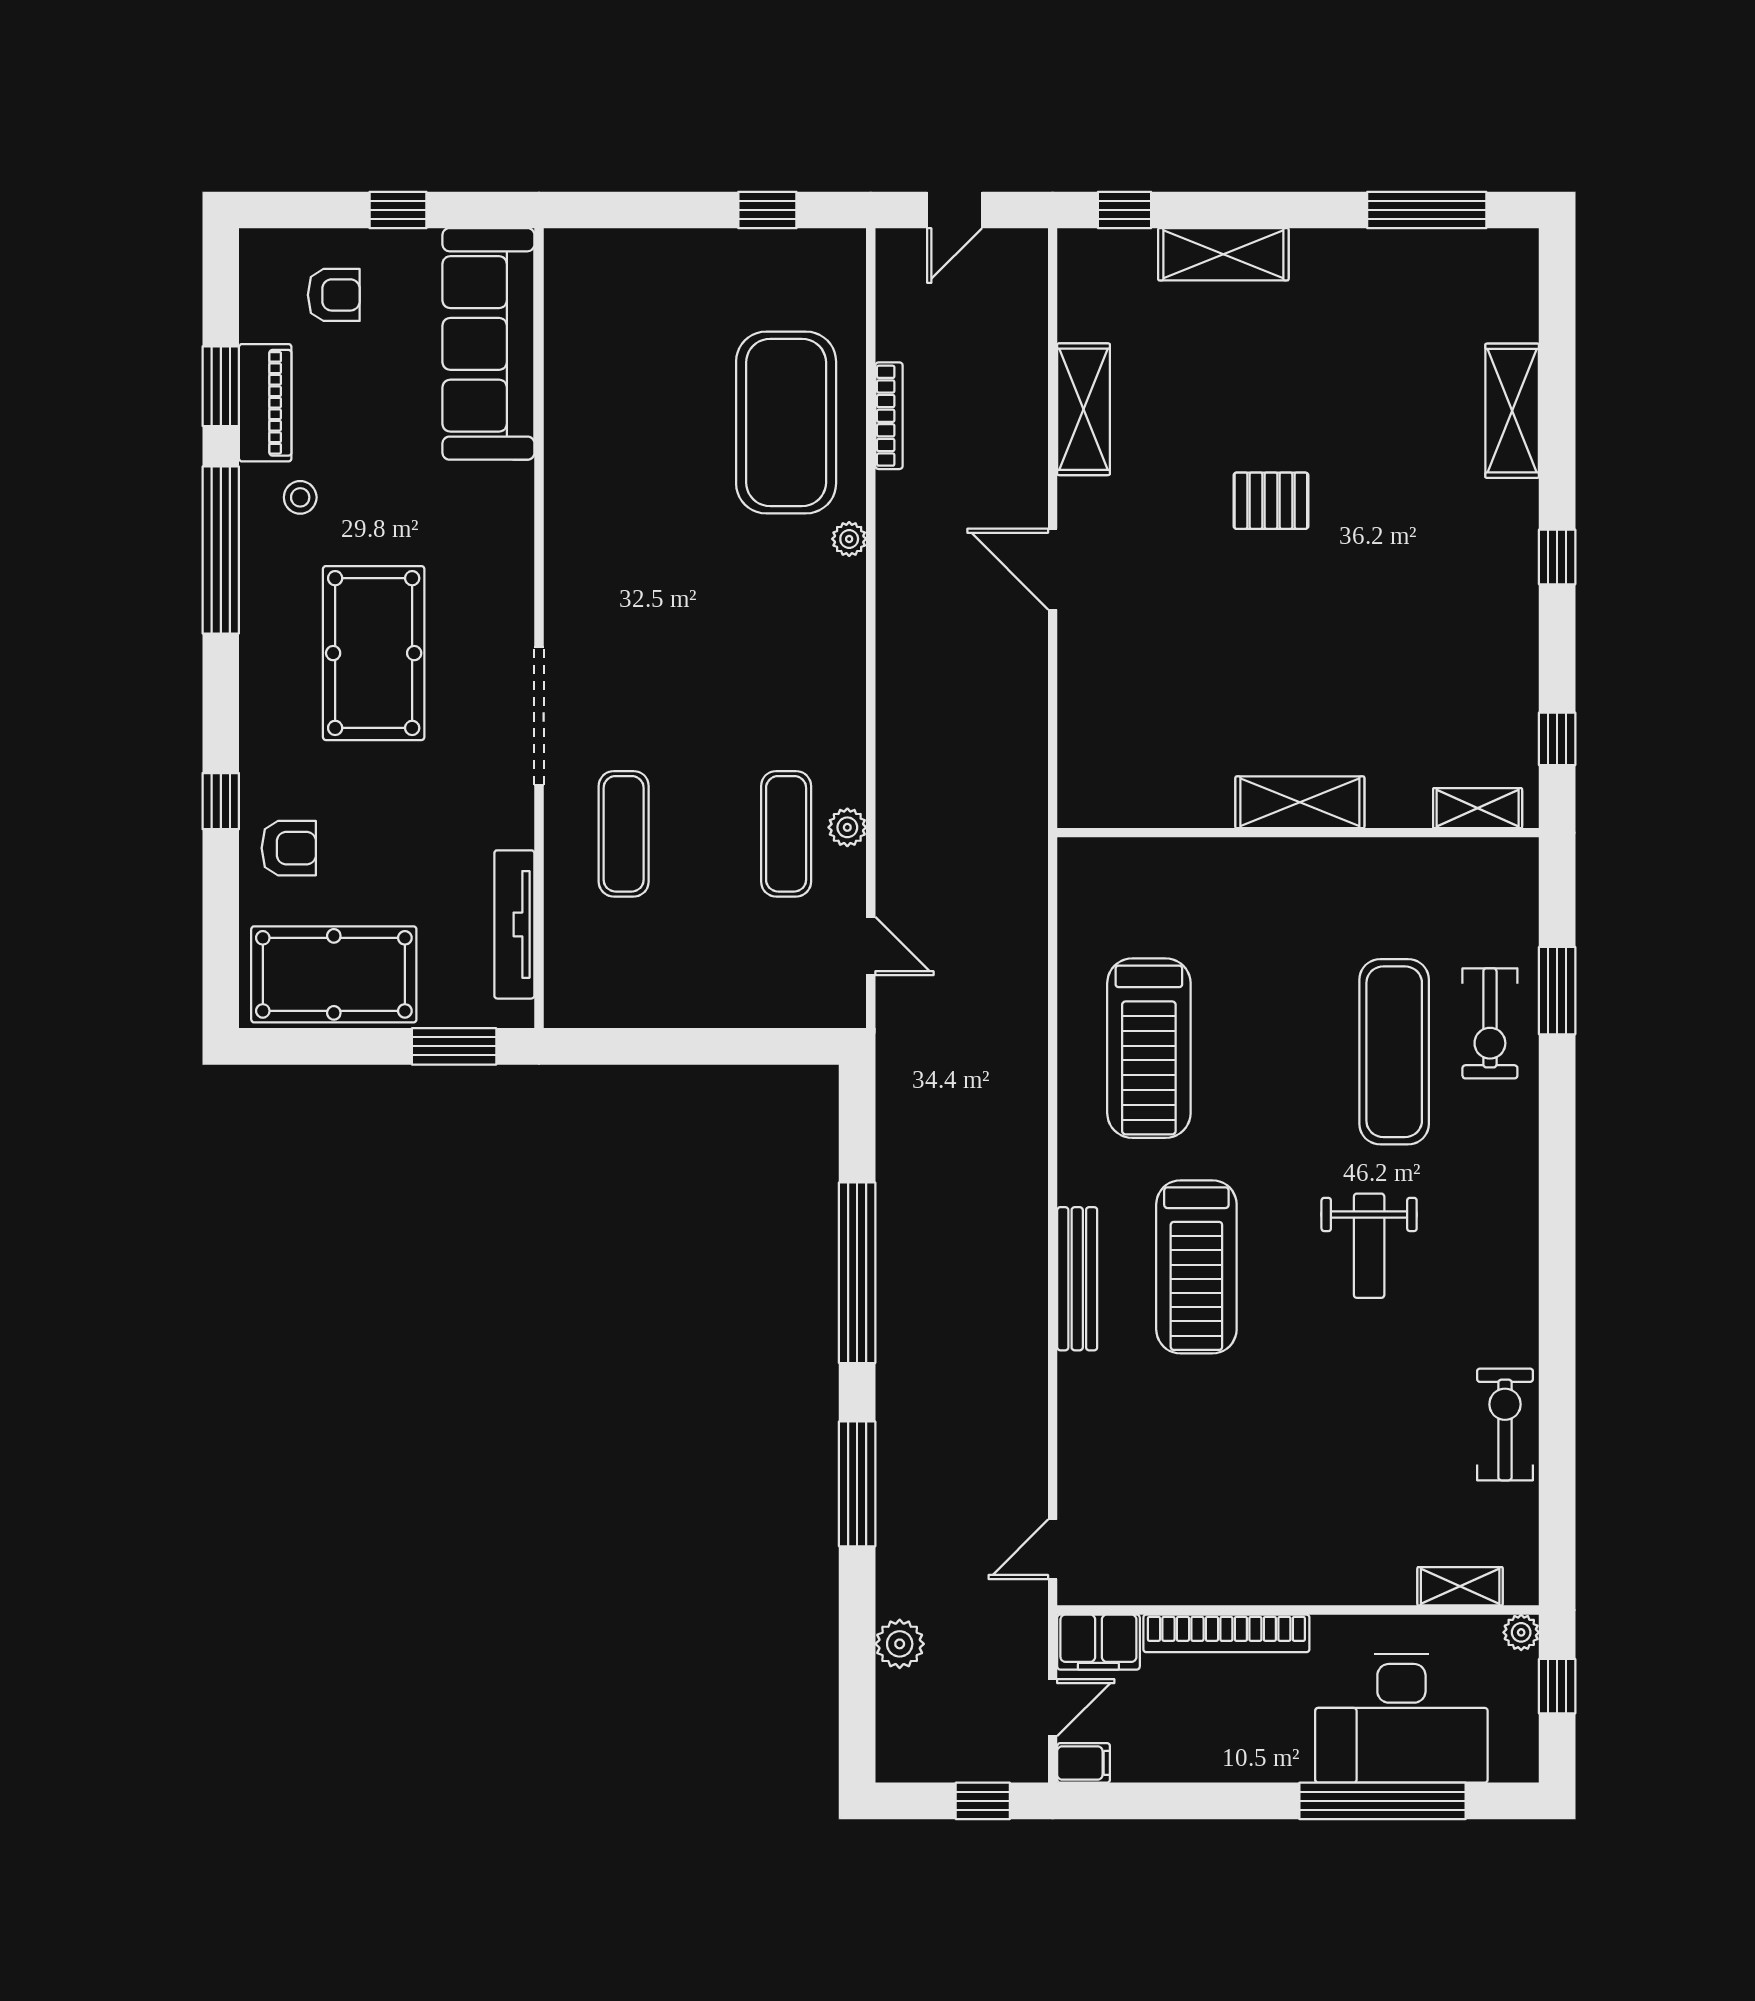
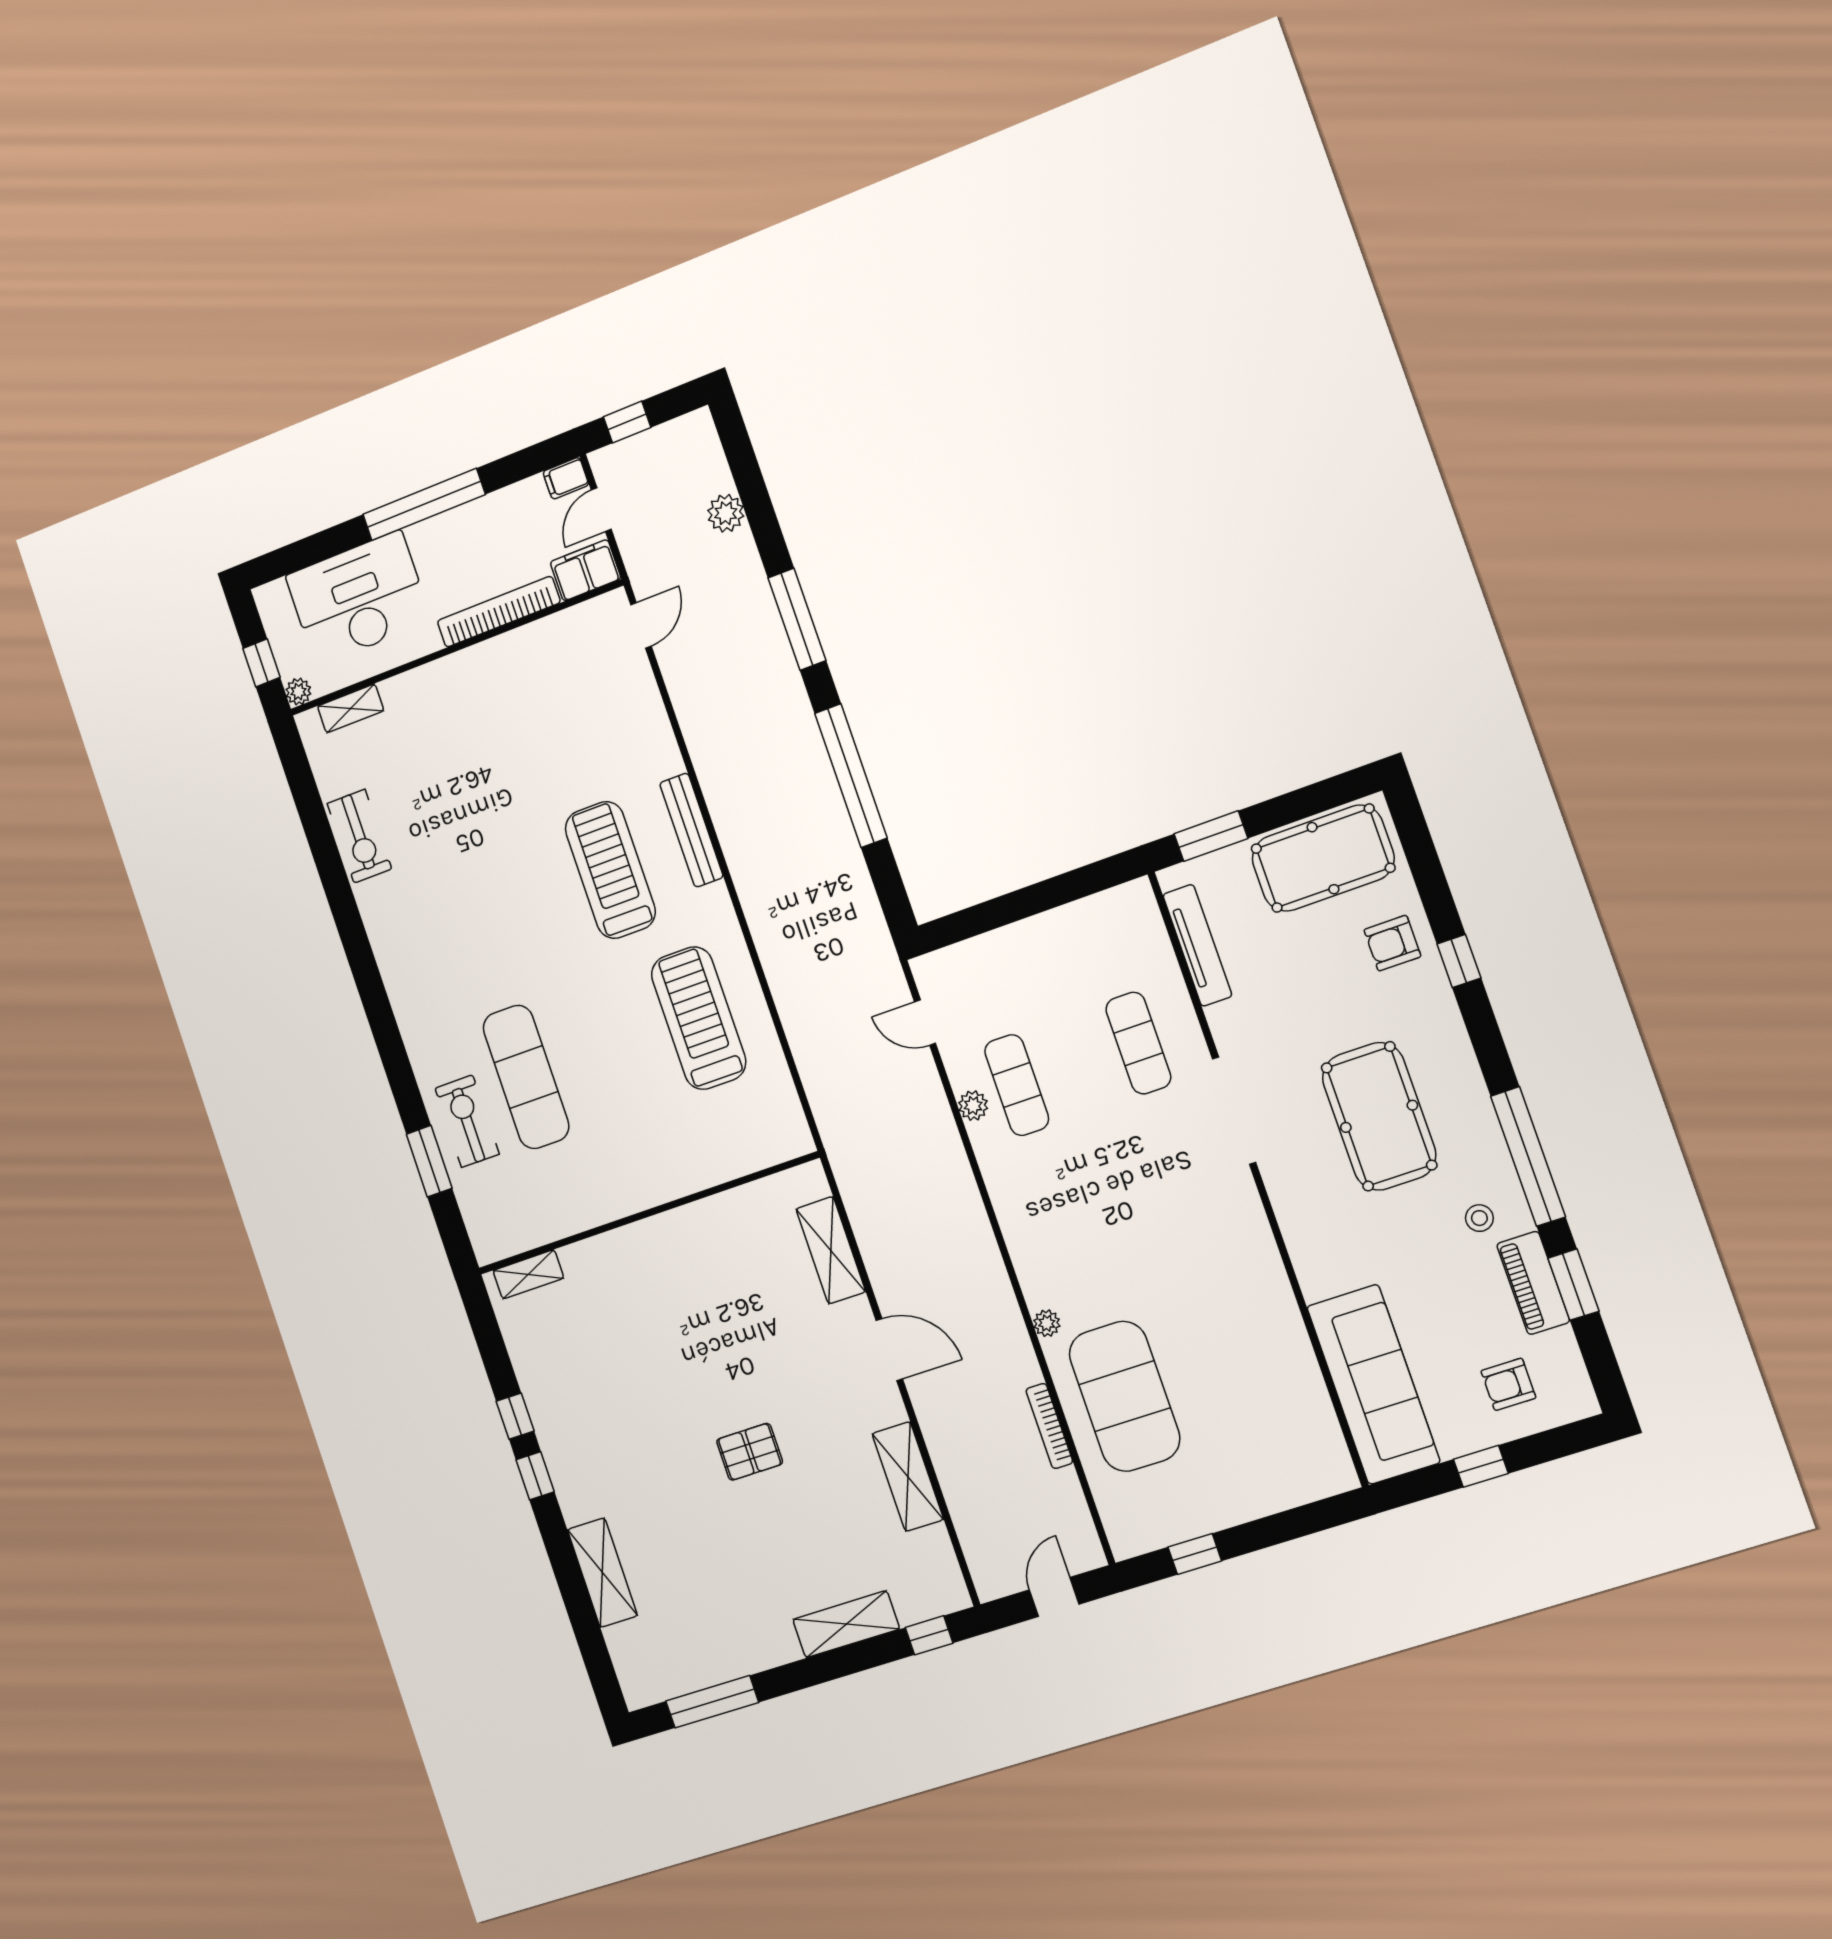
window: (1557, 739) -> (515, 1416), moved
shelving: (1300, 802) -> (831, 1250), moved, turned 90
weight bench: (1369, 1246) -> (496, 930), removed
window: (1383, 1801) -> (424, 504), moved

